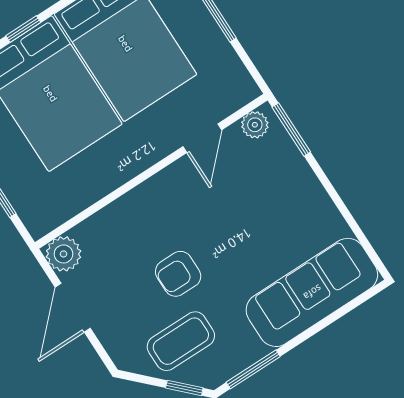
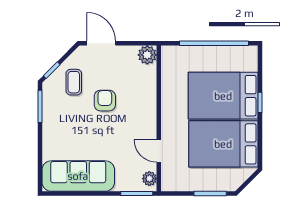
sofa: (312, 292) -> (78, 176), moved, turned -90
door: (73, 308) -> (101, 43), moved
coffee table: (181, 341) -> (74, 82), width x0.73, depth x0.77

